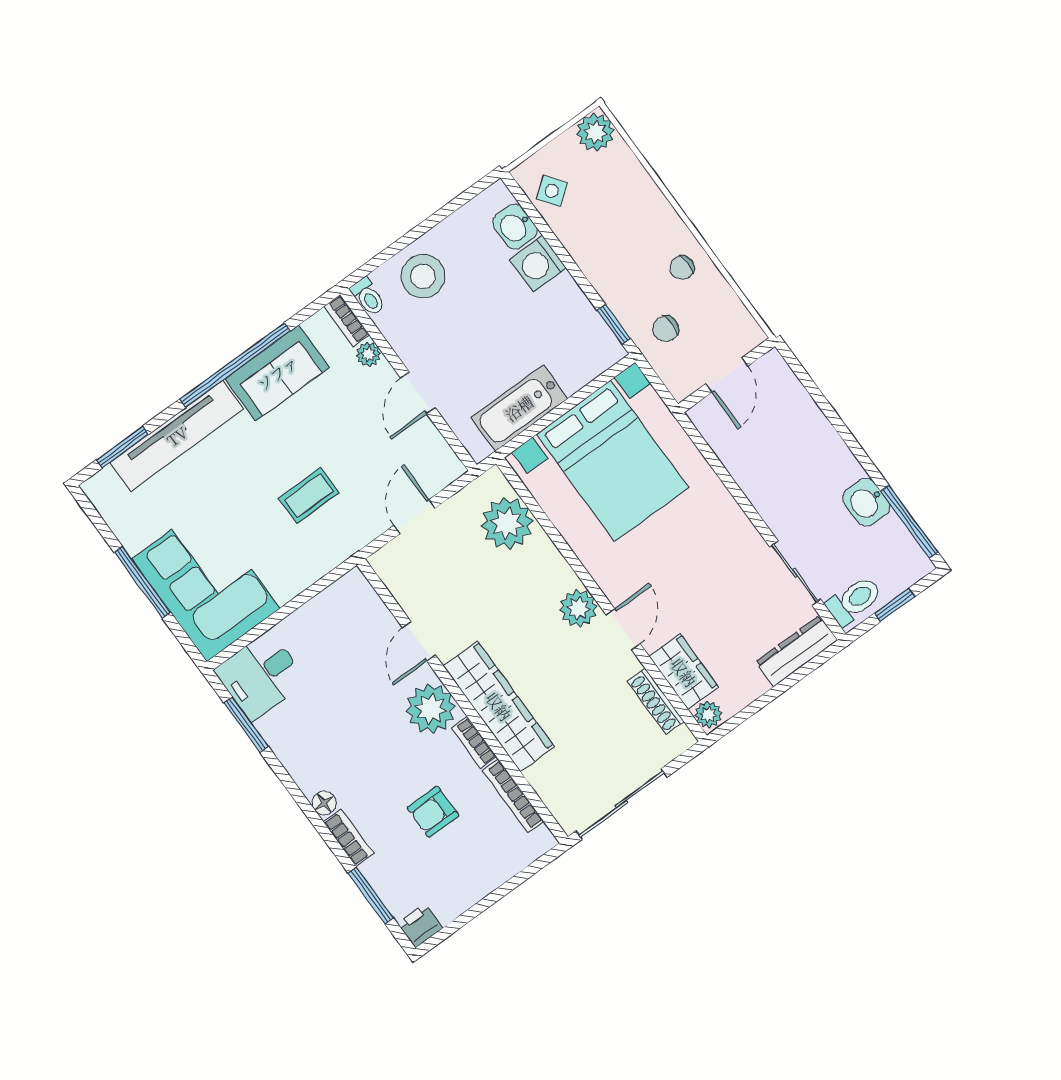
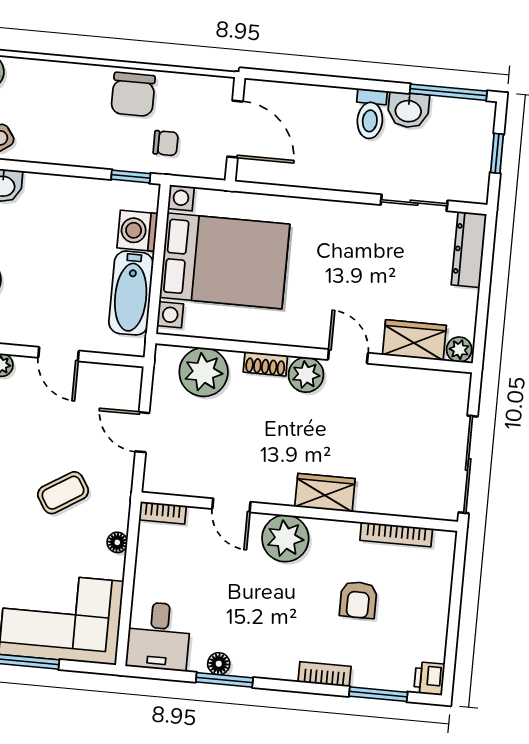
washing machine: (538, 264) -> (137, 231), moved, turned 90
chair: (682, 268) -> (133, 94), width x1.87, depth x1.87
chair: (666, 329) -> (166, 143), turned -90
door: (727, 375) -> (235, 129), width x1.38
coffee table: (309, 496) -> (63, 493), turned 58
floor lamp: (307, 575) -> (117, 542), added
toilet: (854, 601) -> (370, 114), moved, turned 180
shoe rack: (656, 701) -> (265, 364), moved, width x0.70
wardrobe: (499, 706) -> (325, 493), width x0.48, depth x0.85
window: (246, 725) -> (224, 680), moved
bookcase: (474, 742) -> (163, 513), moved
floor lamp: (324, 803) -> (219, 664), moved

